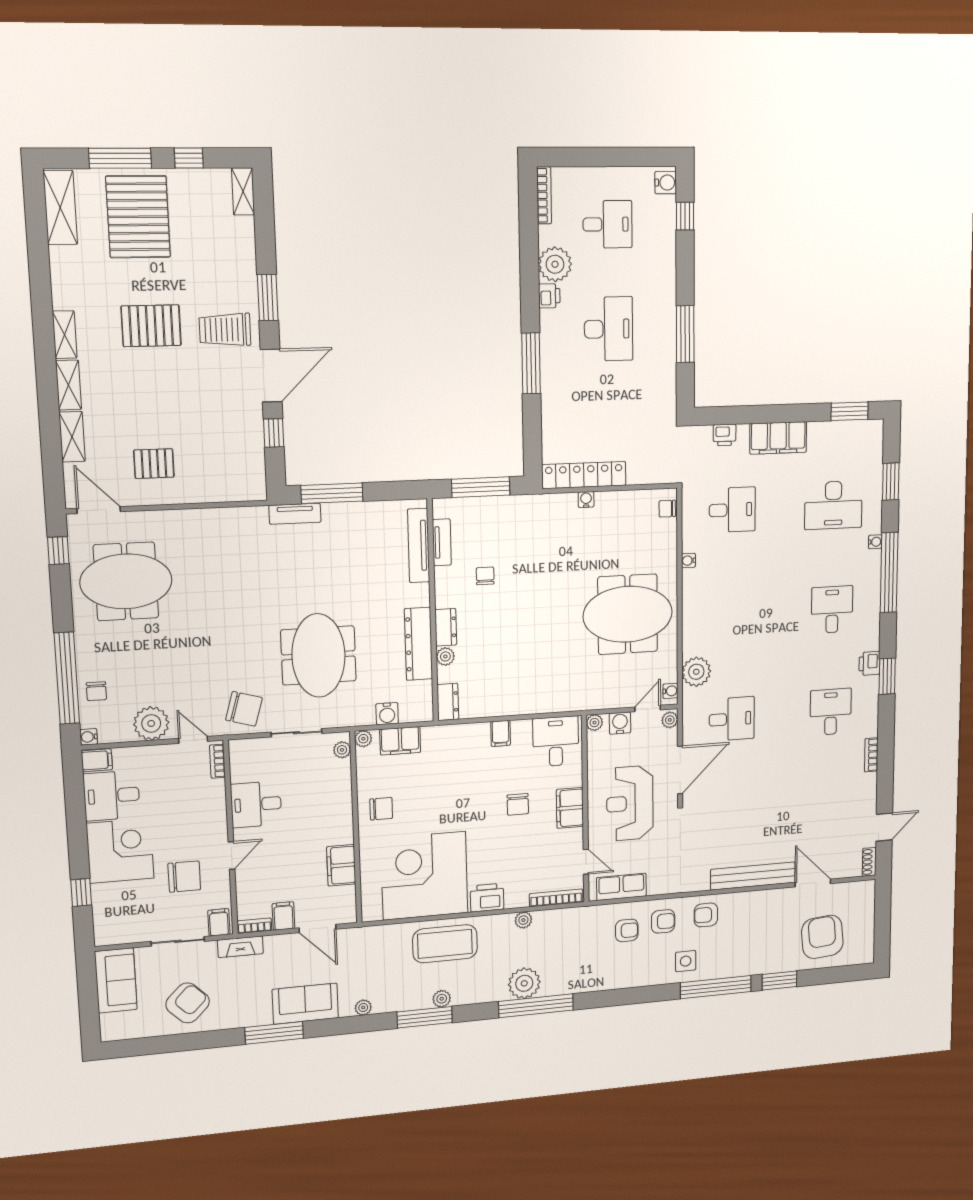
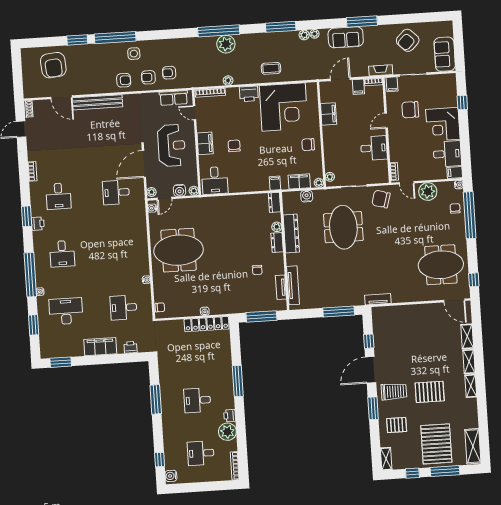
desk: (609, 329) -> (197, 400), width x0.73
pallet: (154, 464) -> (397, 425), moved
tv unit: (295, 514) -> (378, 299), moved
plant: (696, 672) -> (138, 219), removed
filing cabinet: (501, 733) -> (275, 183), moved
door: (318, 929) -> (340, 79), hinge flipped
coffee table: (445, 944) -> (271, 68), width x0.54, depth x0.58
plant: (442, 999) -> (304, 35), moved

